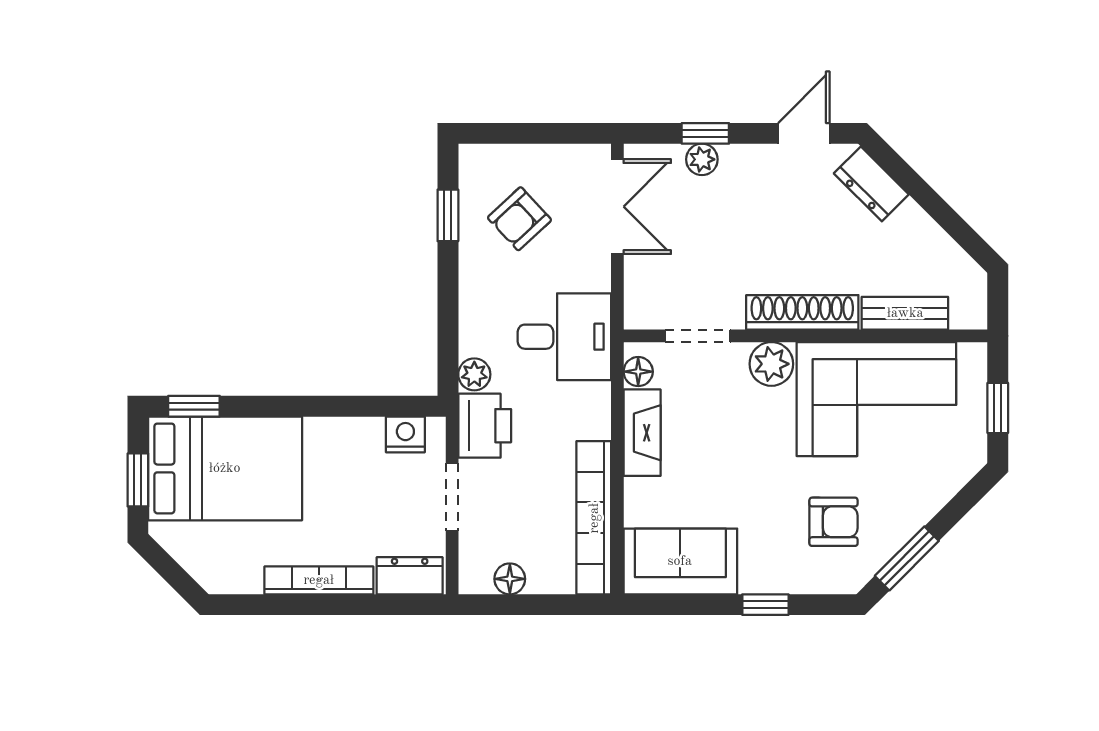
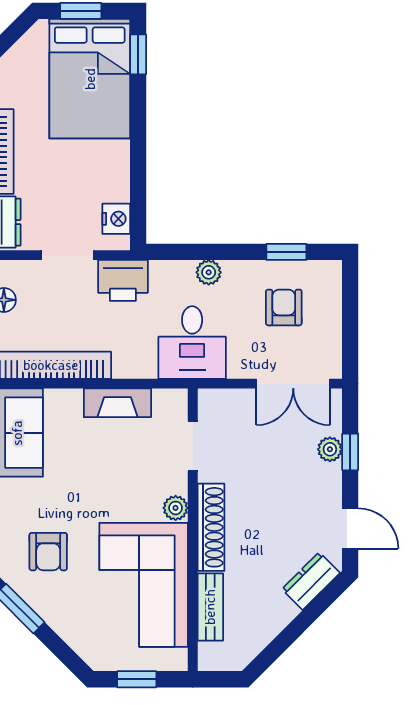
armchair: (519, 219) -> (284, 307), turned 43
plant: (771, 364) -> (176, 508), width x0.73, depth x0.73
floor lamp: (638, 372) -> (165, 400), removed
plant: (474, 374) -> (209, 272), moved

